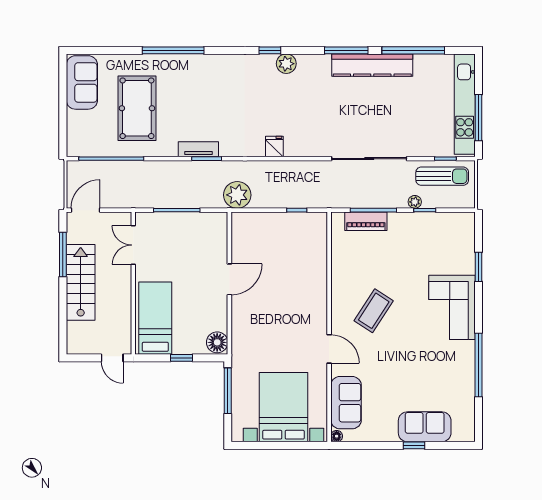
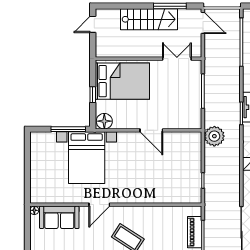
bed: (155, 318) -> (122, 81), width x1.50
door: (112, 358) -> (93, 24), moved
bed with nightstands: (283, 407) -> (87, 158), moved, turned 90

